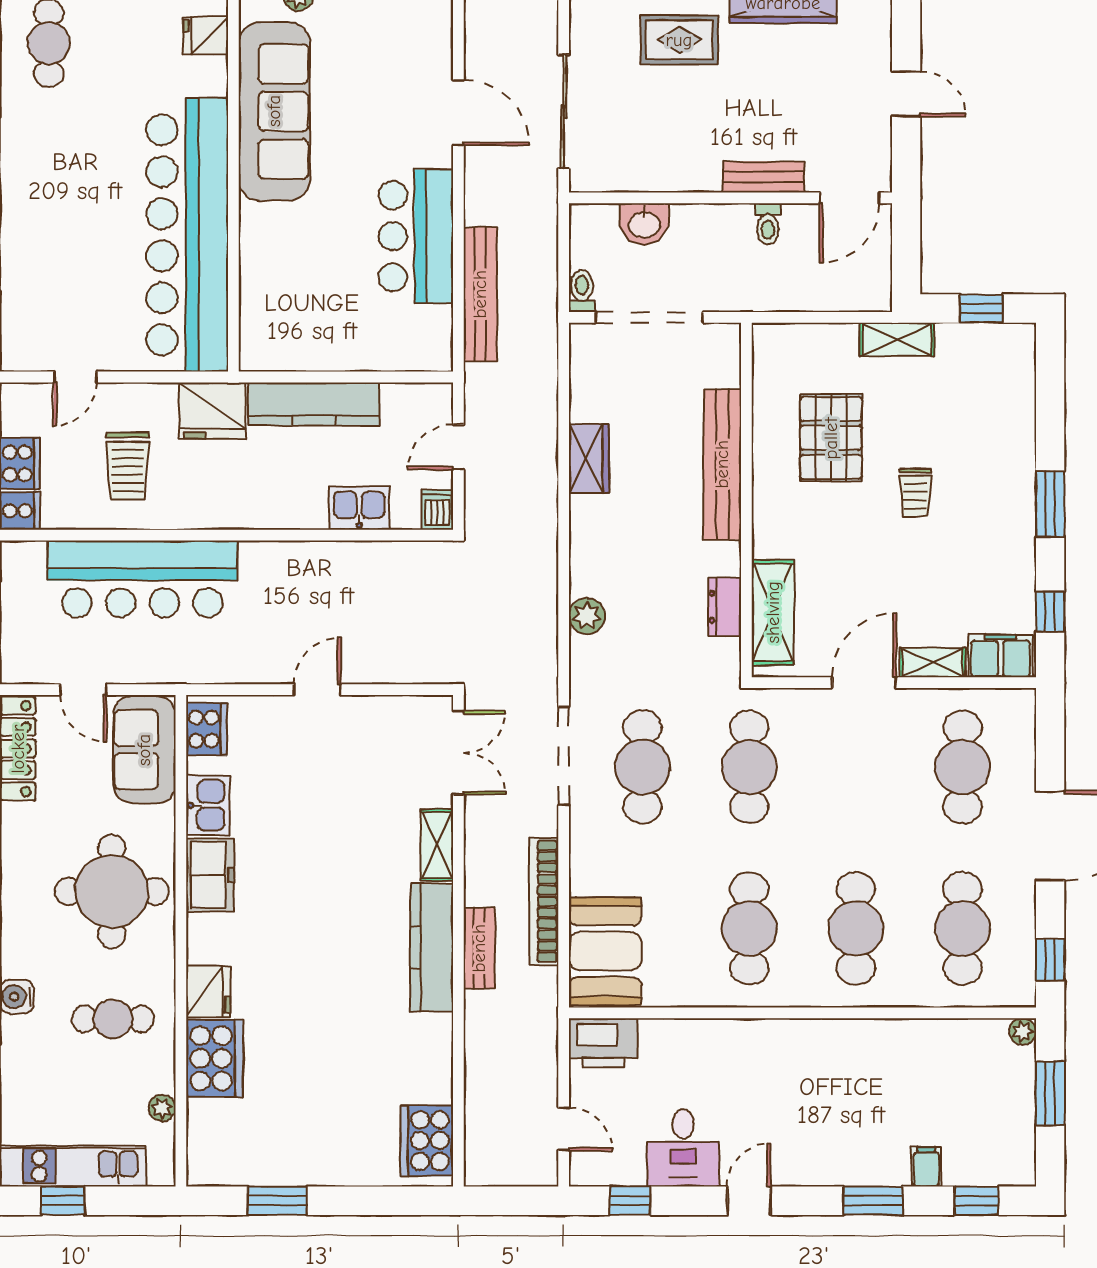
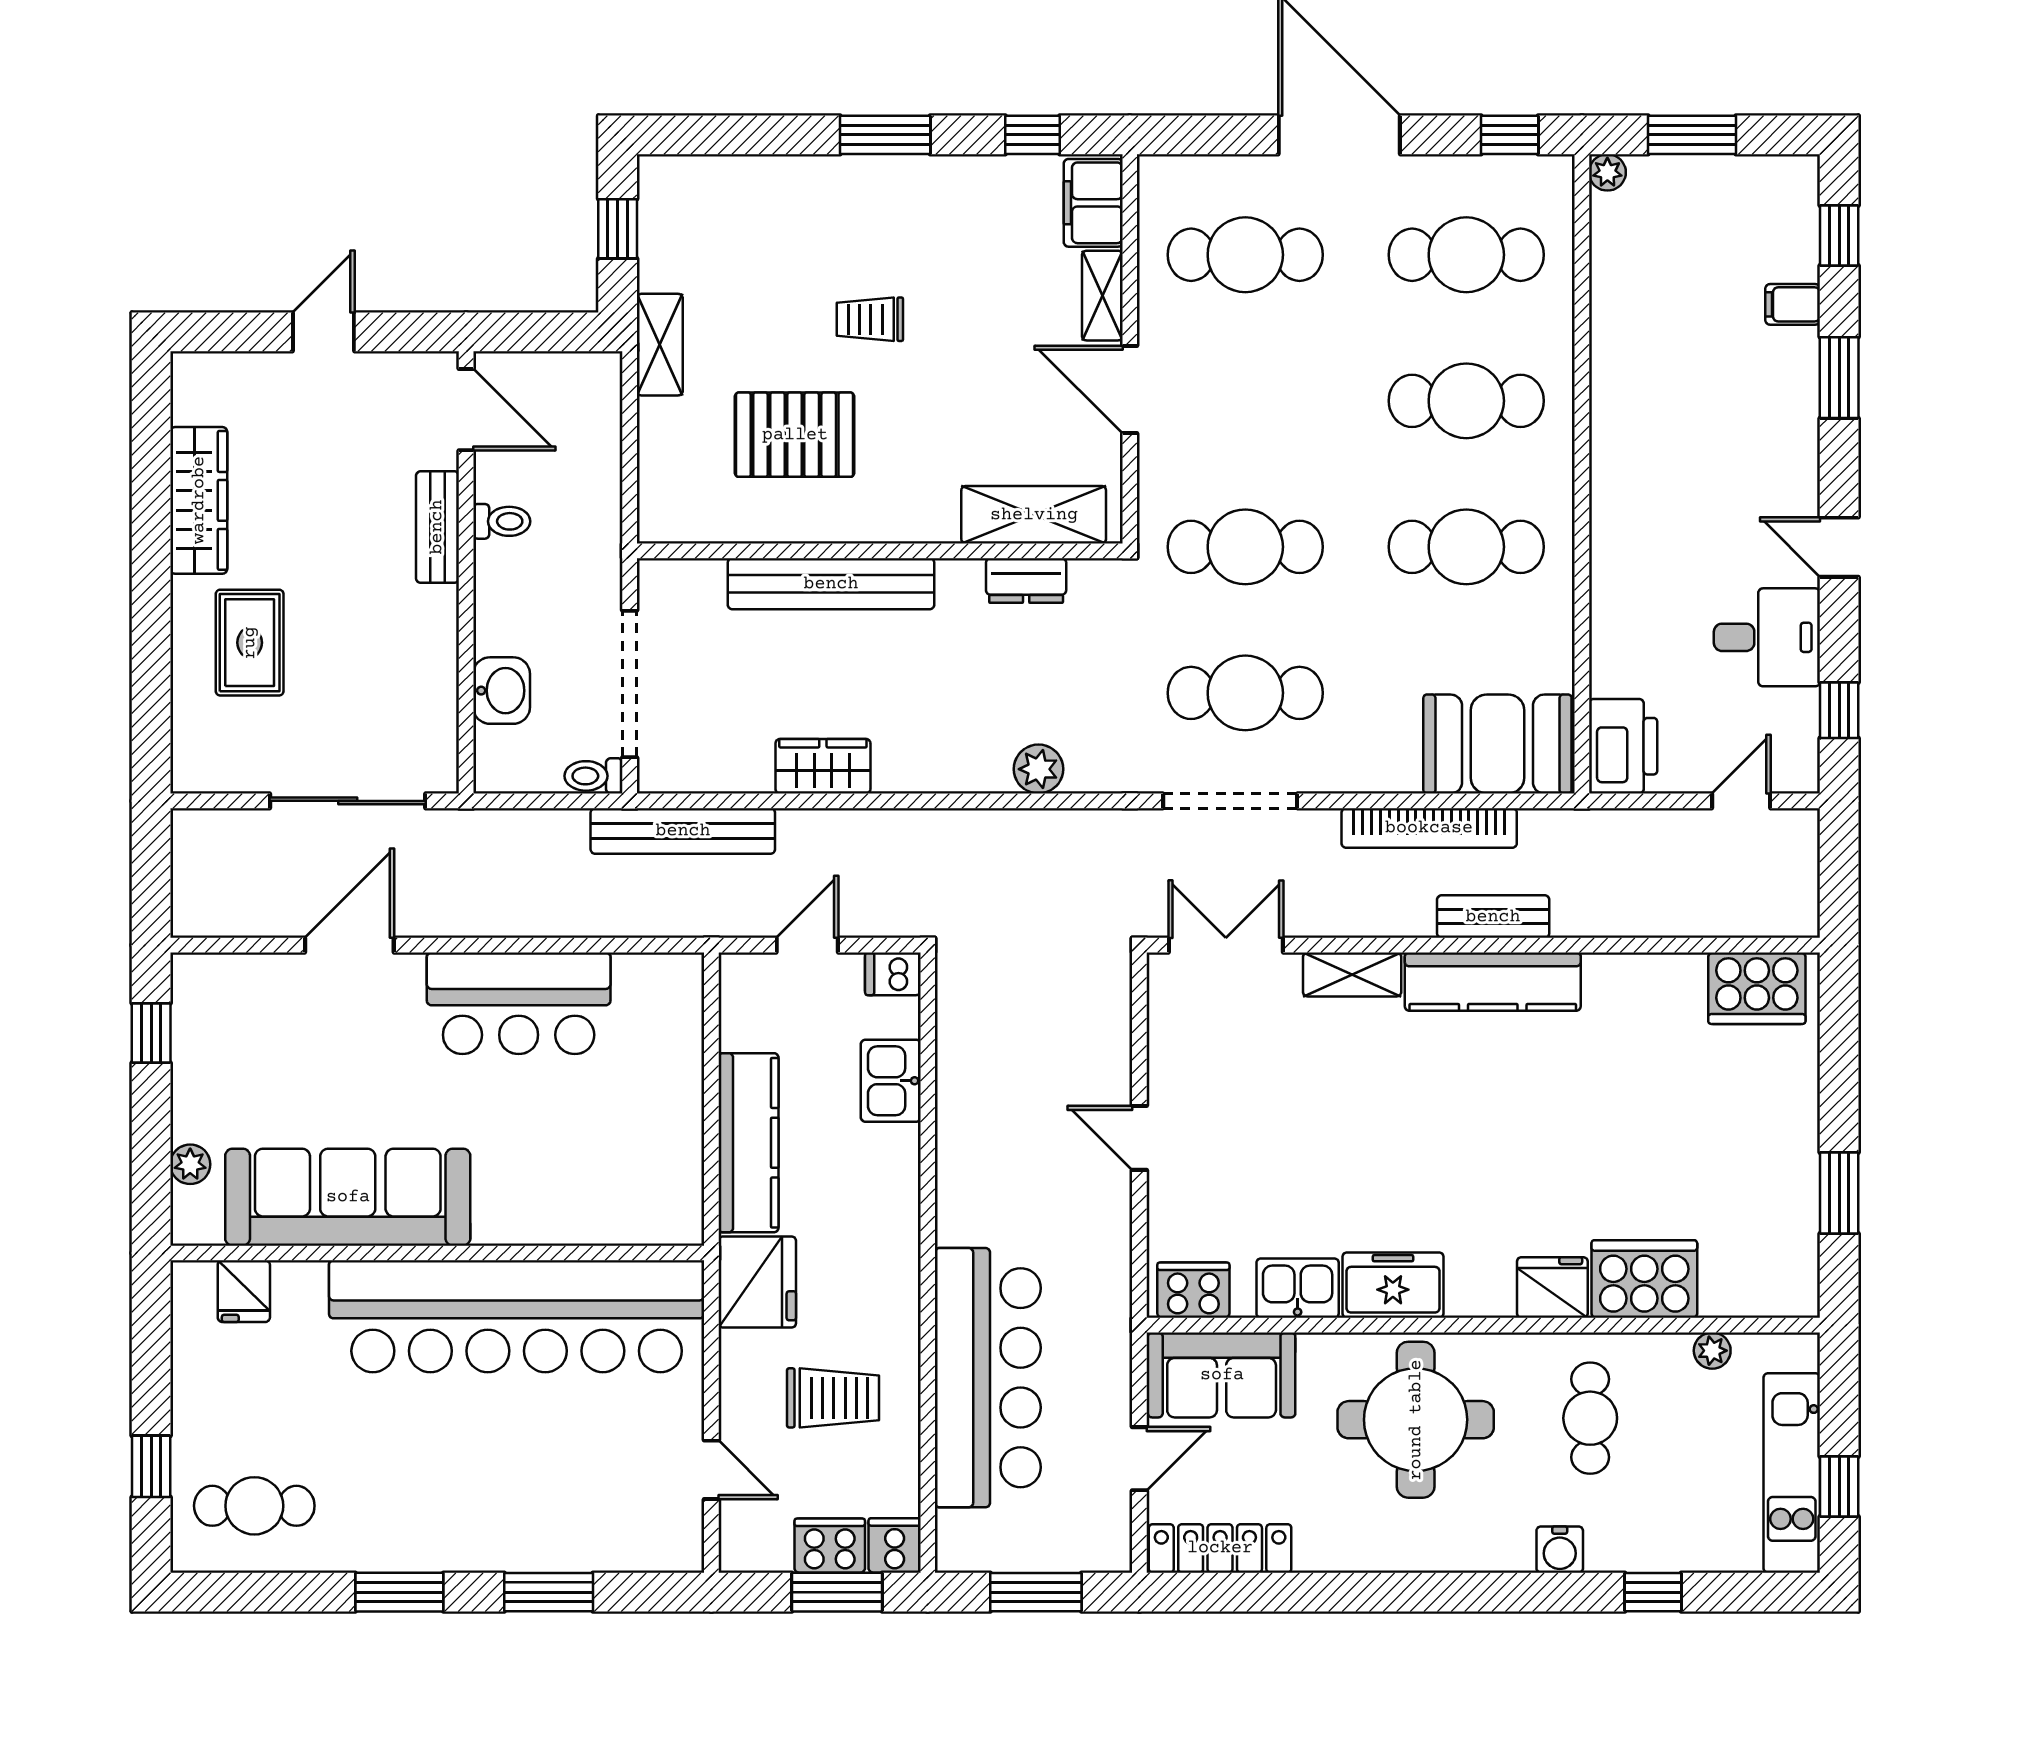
bench: (480, 294) -> (683, 831), moved
door: (458, 447) -> (807, 945), swing flipped
trolley: (915, 493) -> (870, 319), turned 180

